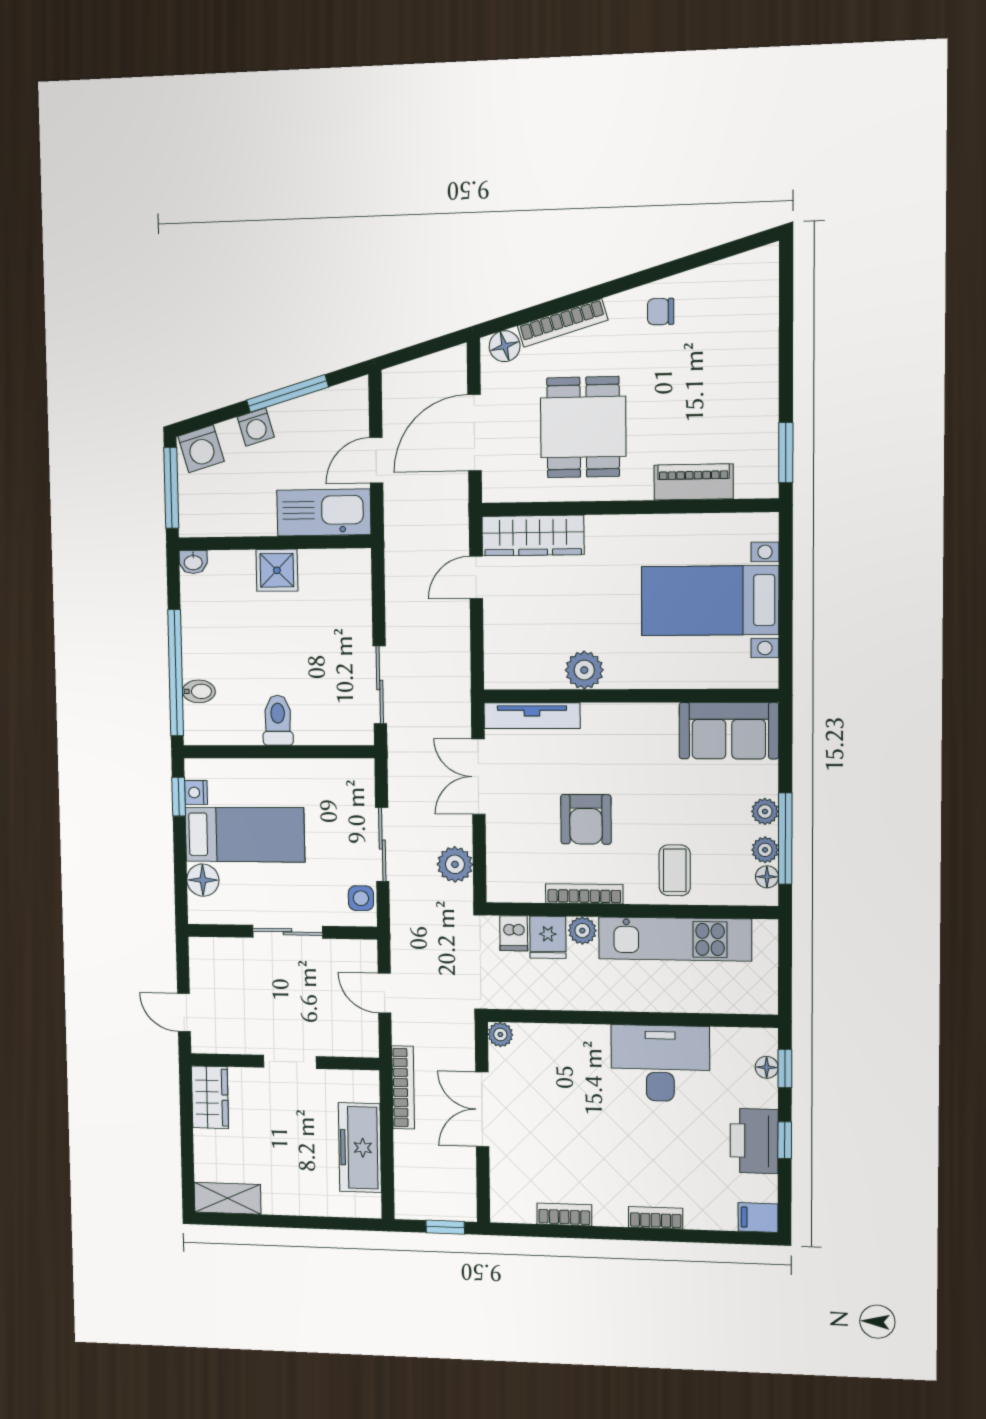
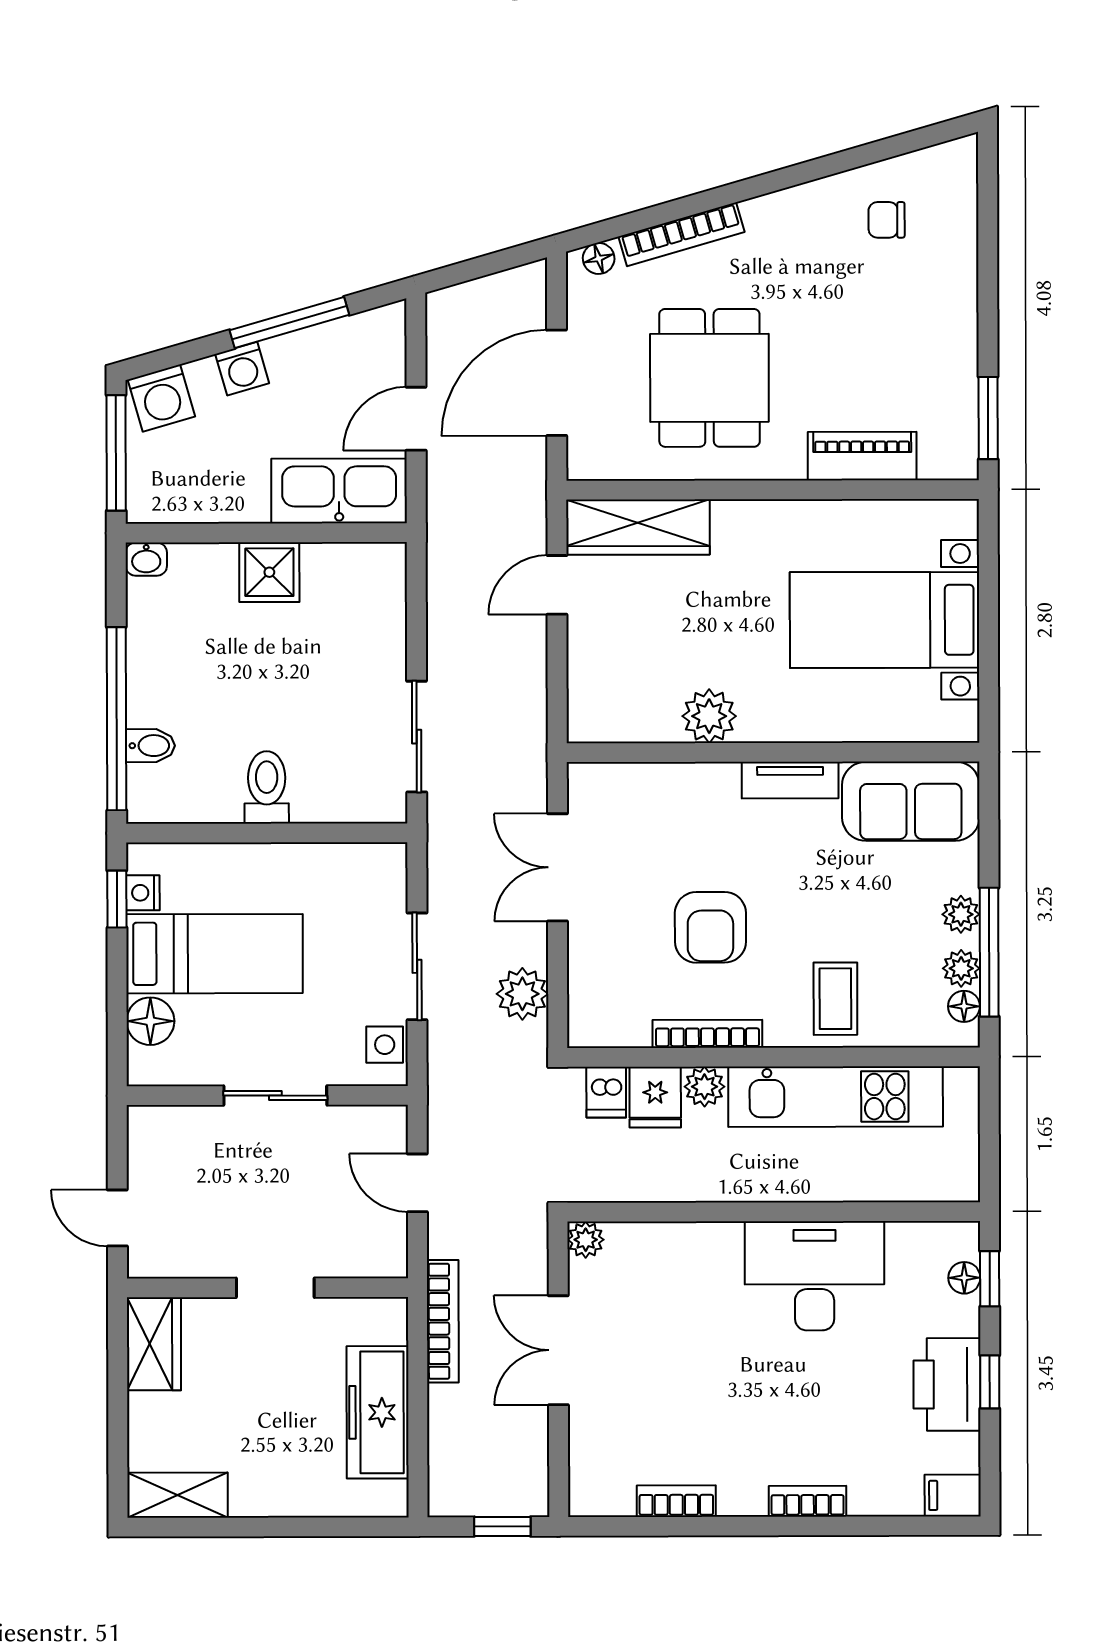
chair: (661, 312) -> (887, 220), moved
floor lamp: (505, 346) -> (599, 258), width x0.73, depth x0.73
tv unit: (532, 716) -> (790, 780), moved, width x0.71

